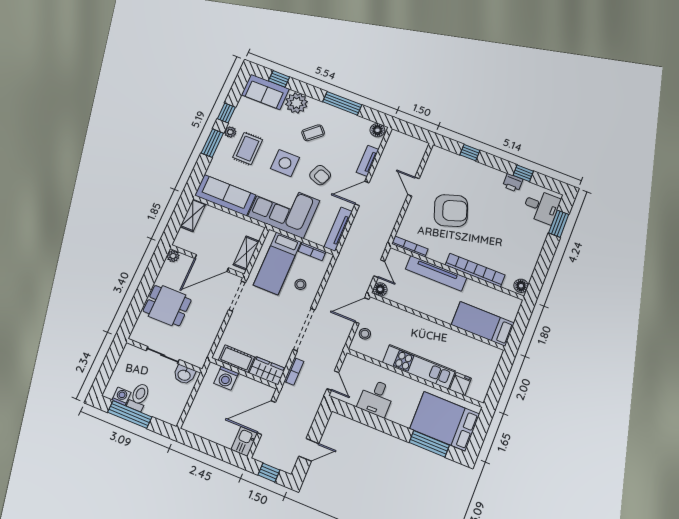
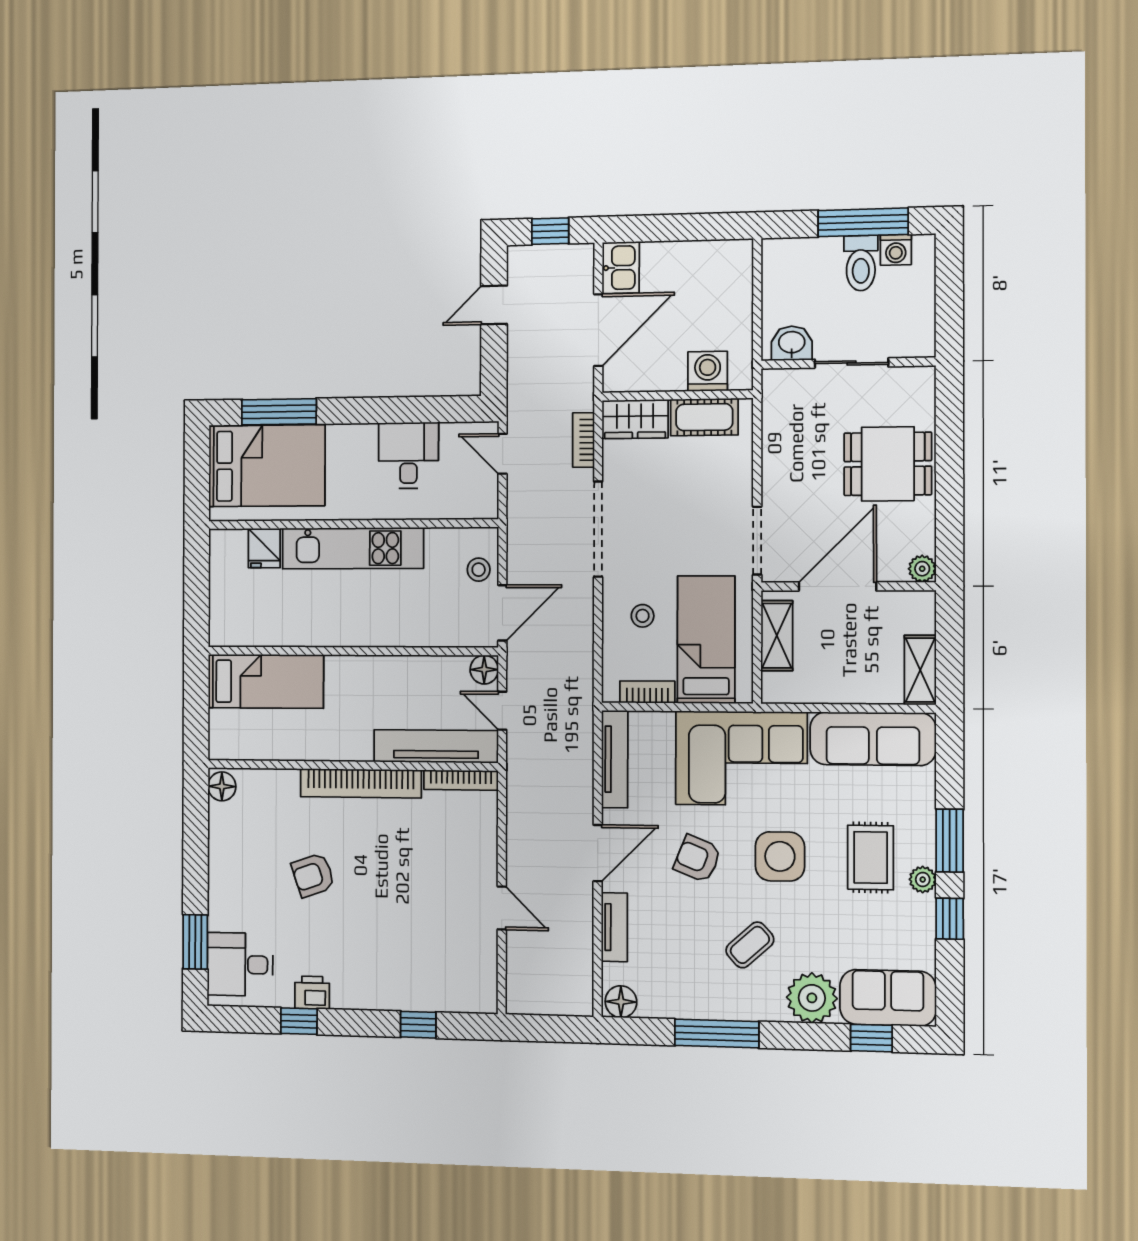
armchair: (451, 211) -> (313, 875), moved, width x0.53, depth x0.53
bookcase: (475, 270) -> (361, 783), moved
tv unit: (436, 273) -> (436, 746), moved

